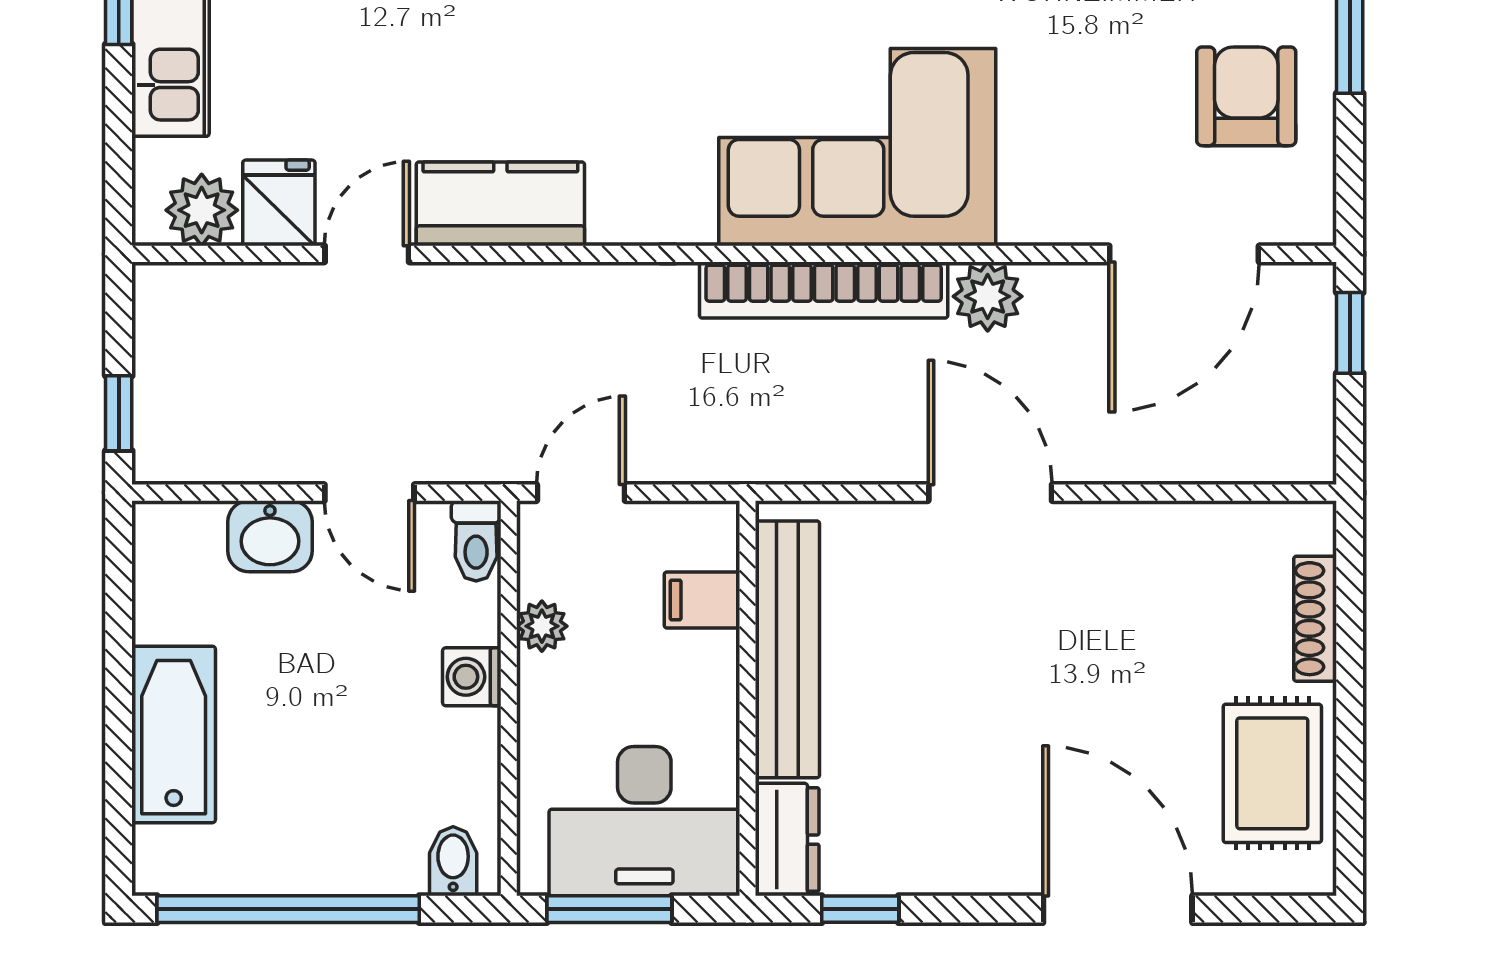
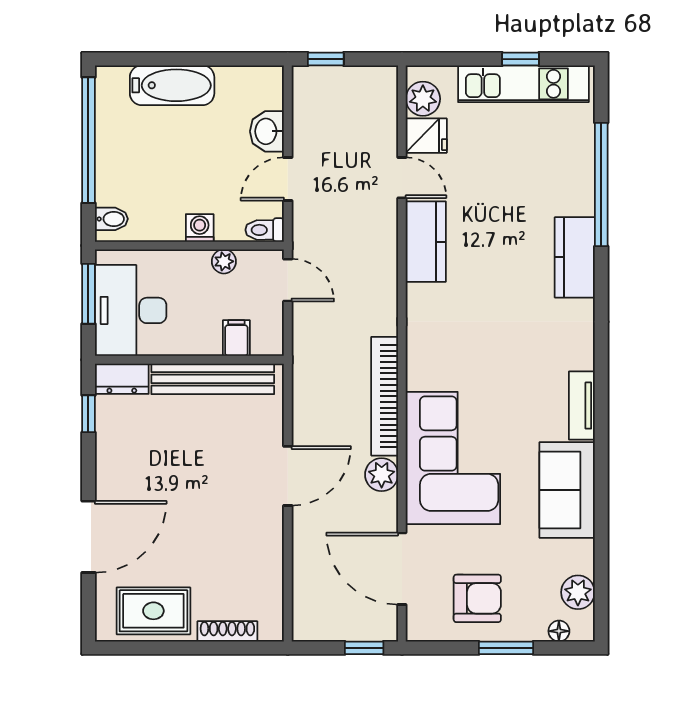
corner sofa: (857, 147) -> (453, 458), moved

